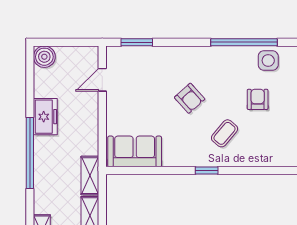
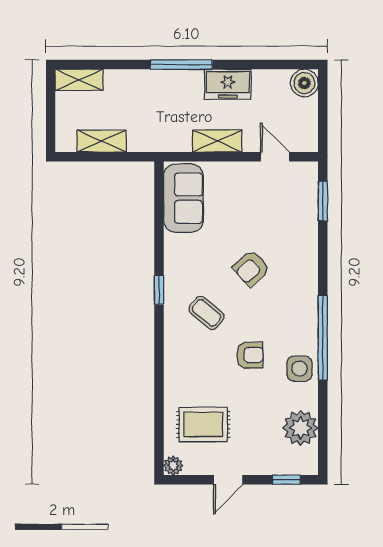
window: (30, 153) -> (181, 65), width x0.68
shelving: (90, 176) -> (217, 141), moved

